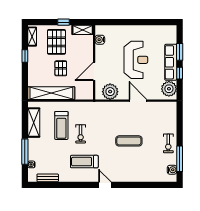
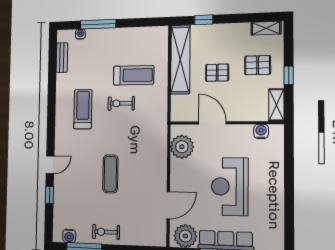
pallet: (56, 42) -> (258, 65), width x0.67, depth x0.71
window: (25, 56) -> (204, 20), moved
reception desk: (136, 60) -> (230, 187), turned 90
door: (138, 101) -> (168, 205), moved
shelving: (34, 123) -> (138, 35), removed
treadmill: (61, 125) -> (134, 75), turned 180
door: (105, 185) -> (50, 165), moved
window: (144, 185) -> (49, 195), added

